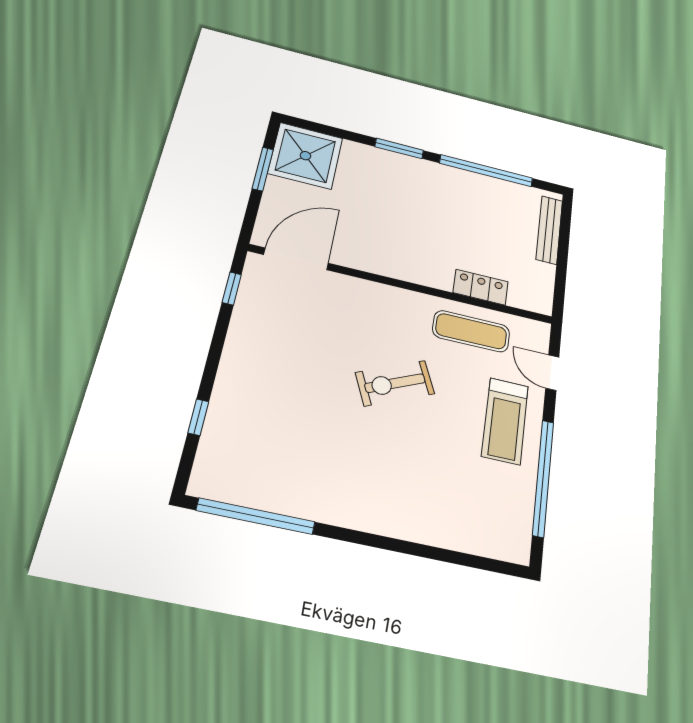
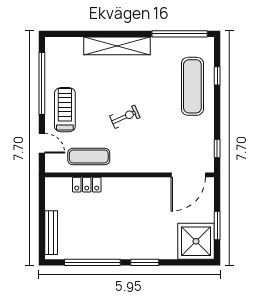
exercise bike: (395, 383) -> (125, 117), width x0.73, depth x0.72
exercise mat: (253, 409) -> (192, 86), added
shelving: (389, 519) -> (117, 46), added

